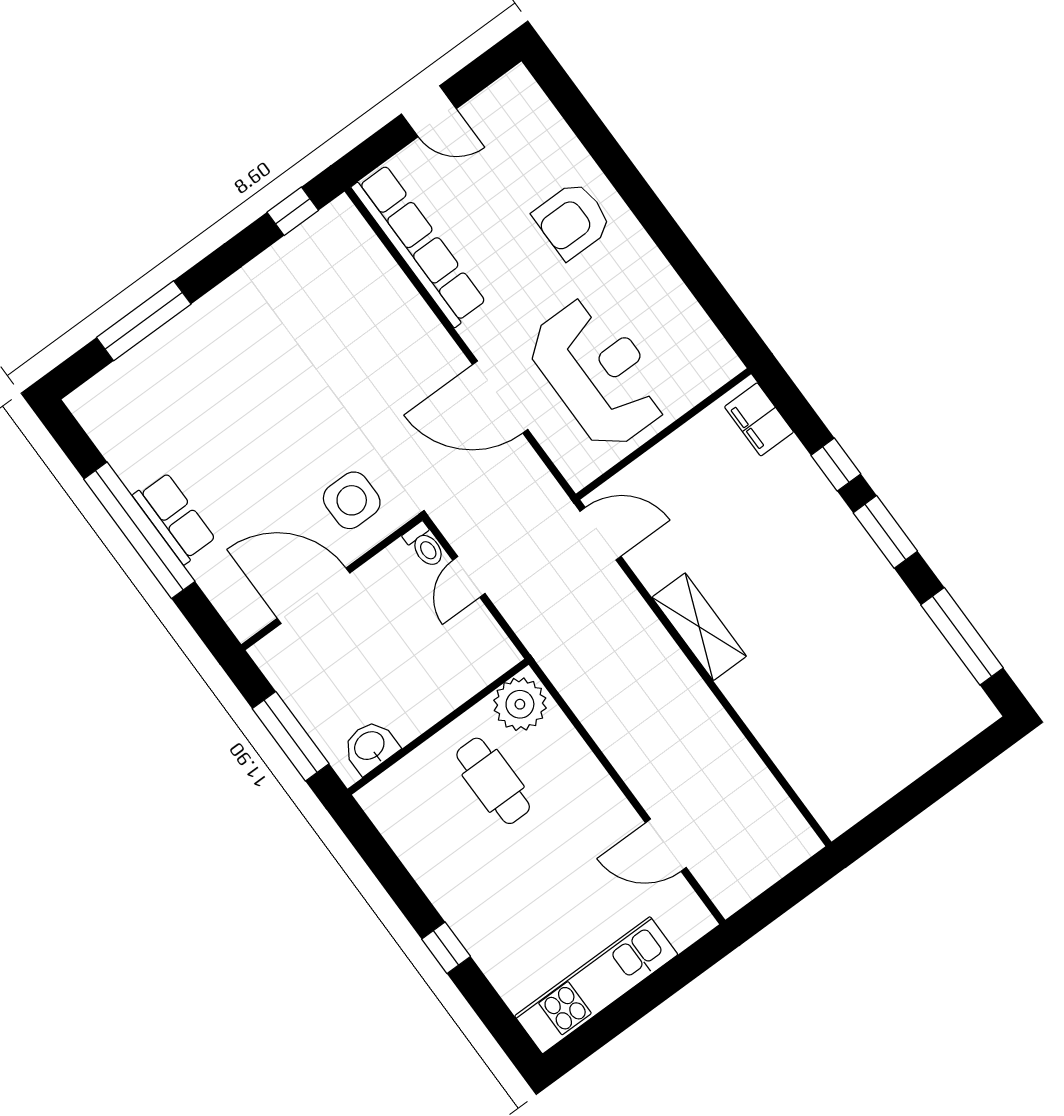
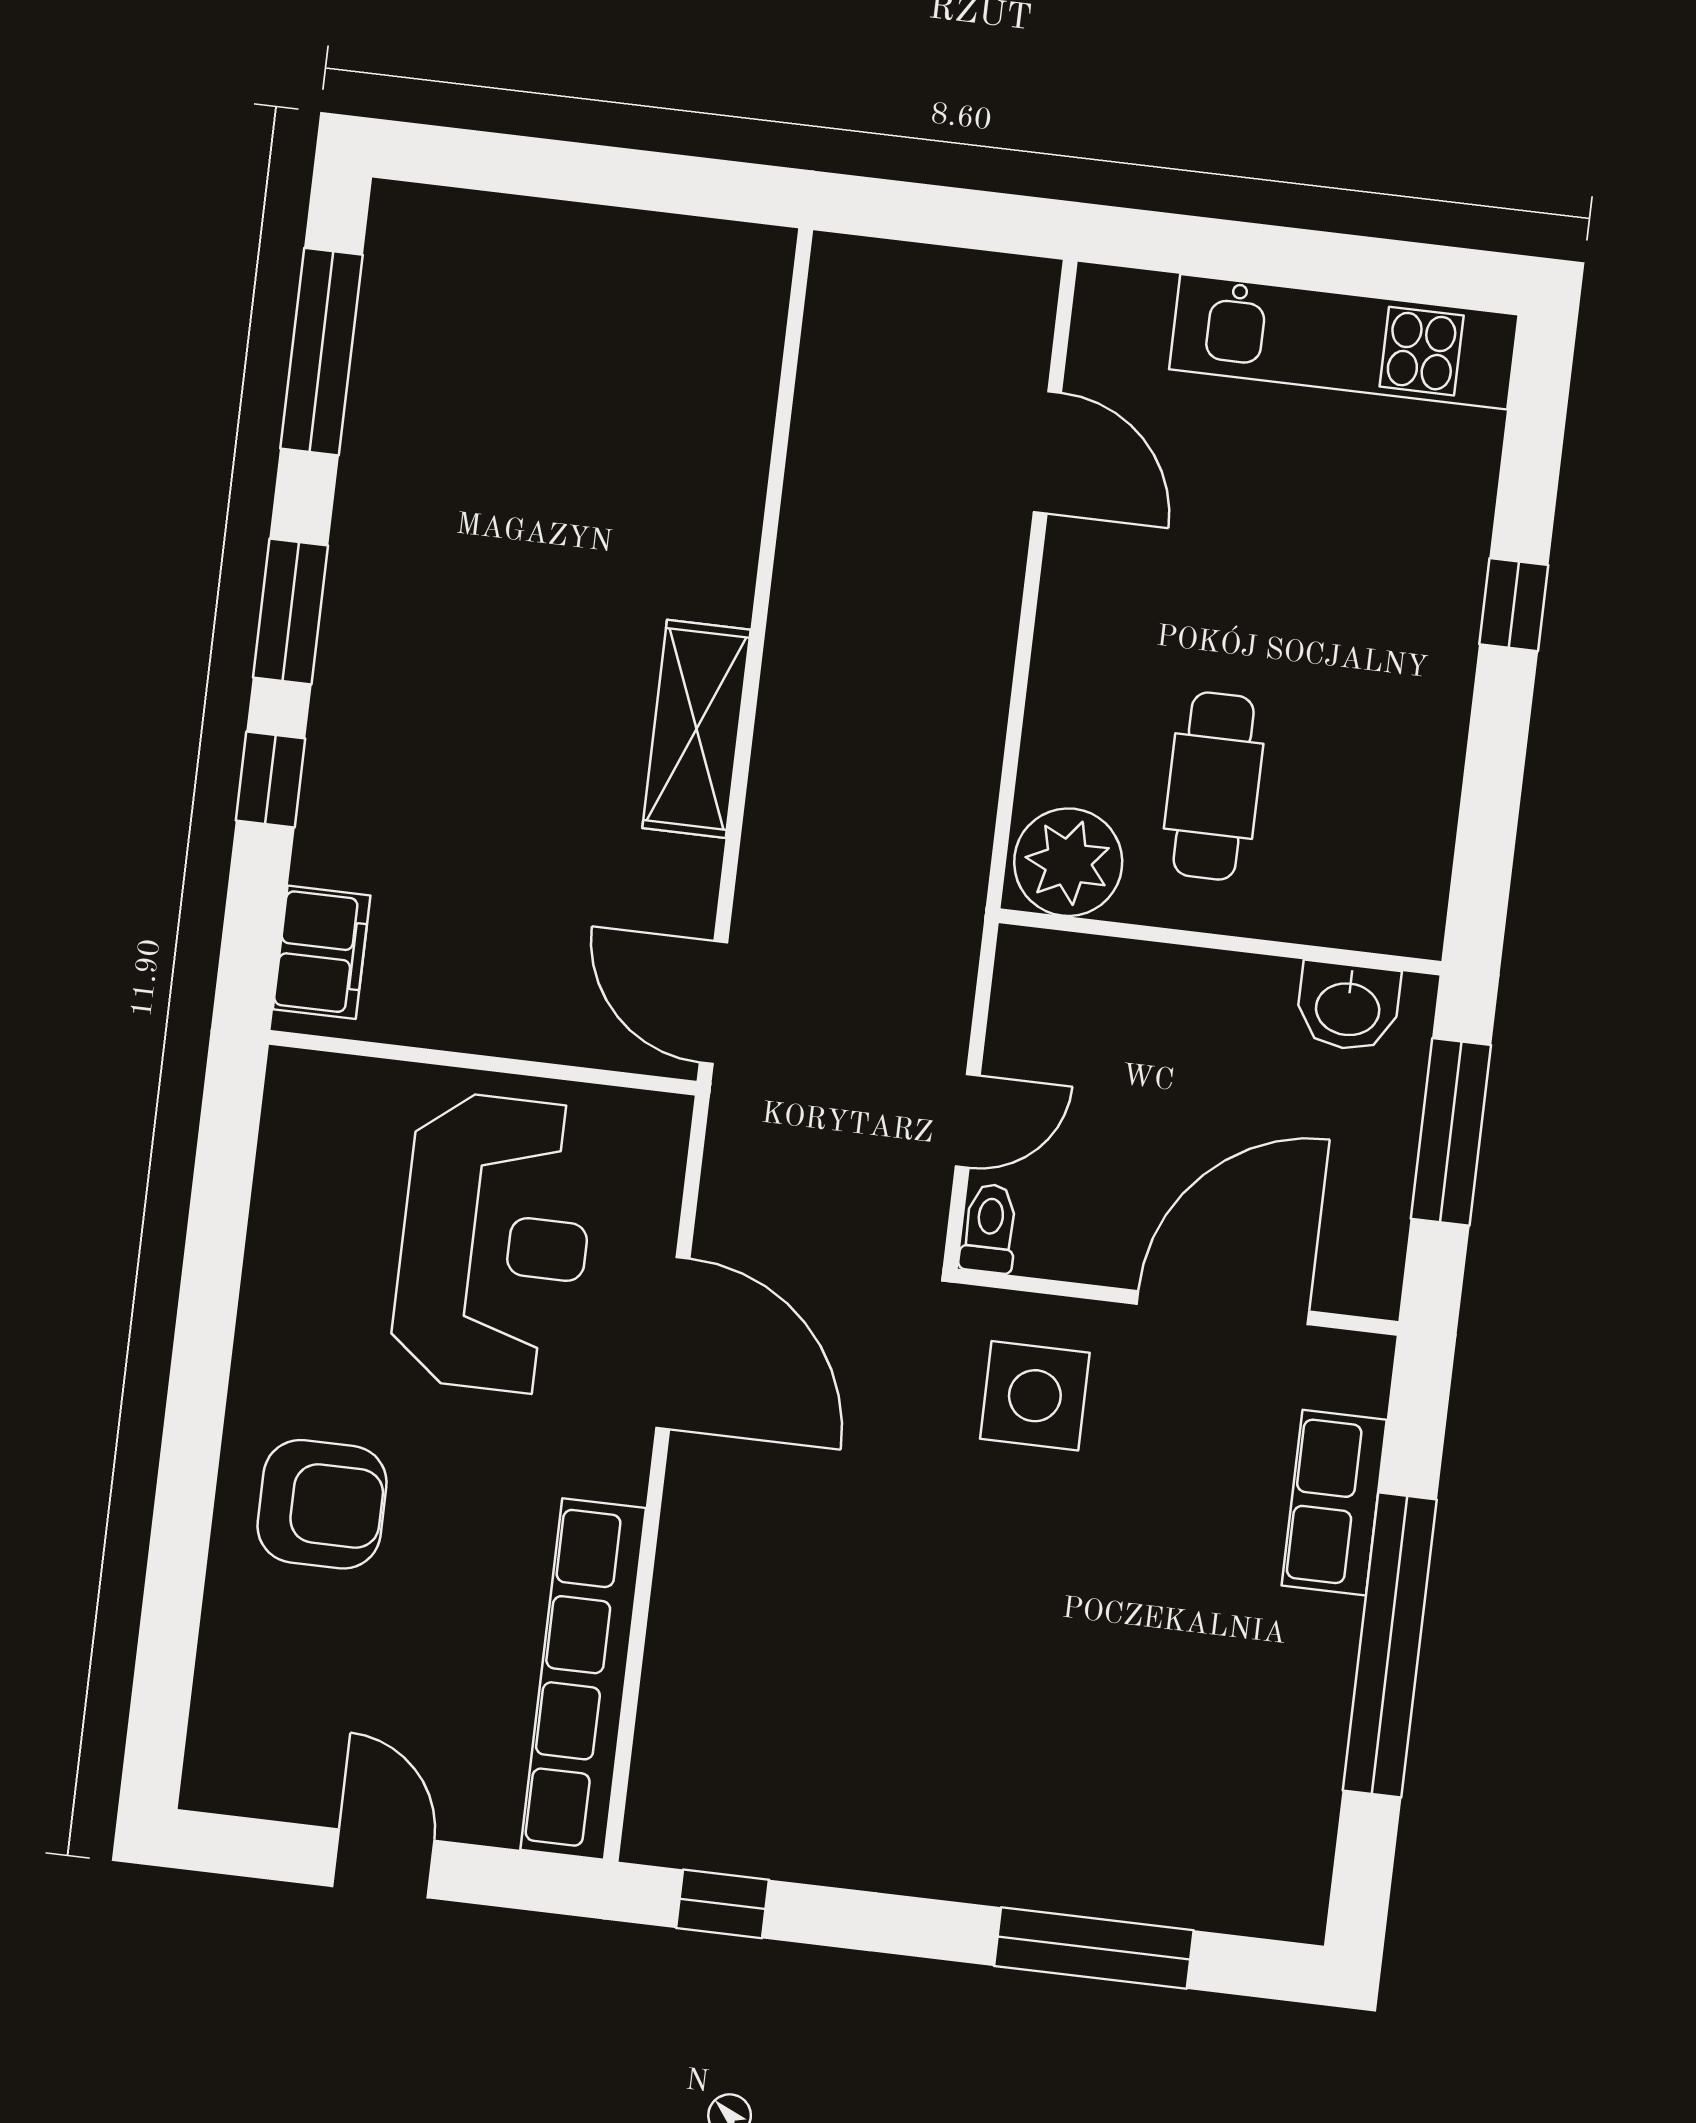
reception desk: (598, 373) -> (494, 1243), turned 180
row of seats: (175, 518) -> (1334, 1503), moved
door: (314, 596) -> (1223, 1308), swing flipped

